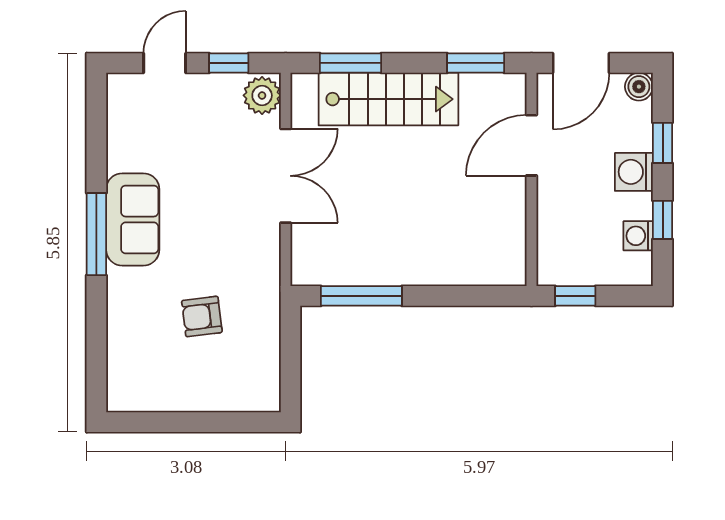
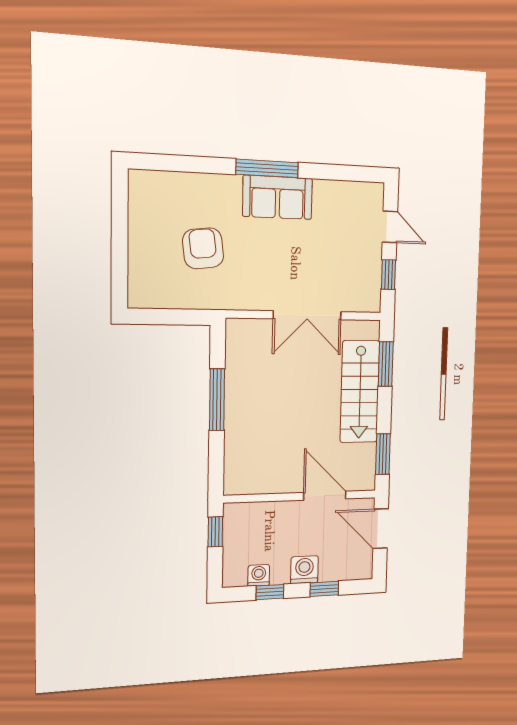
boiler: (639, 87) -> (363, 570), removed
plant: (262, 95) -> (365, 299), removed
window: (361, 296) -> (217, 400), moved
armchair: (202, 316) -> (203, 248), width x1.38, depth x1.38

